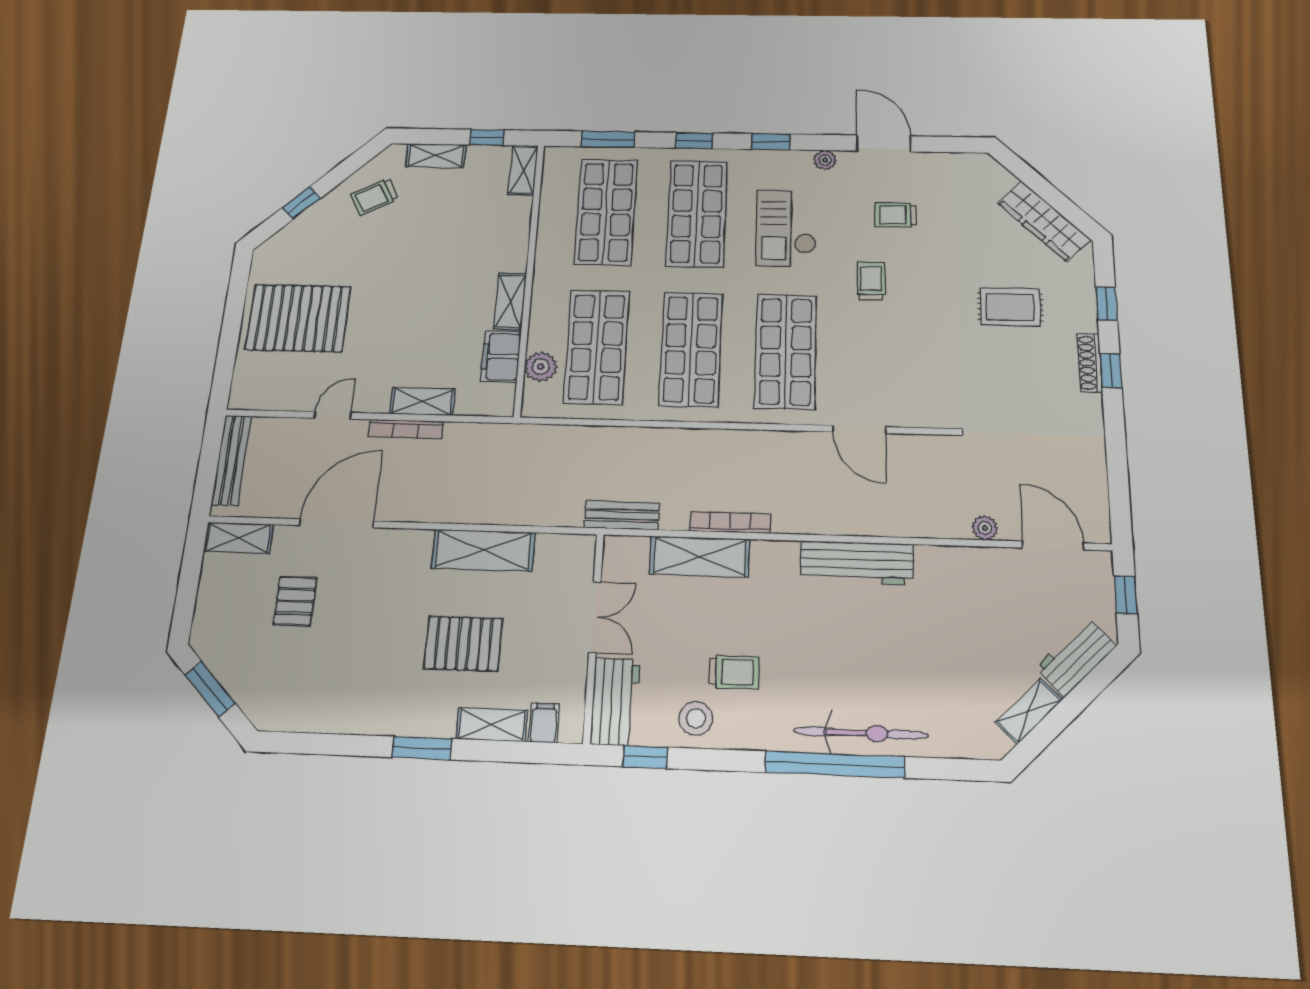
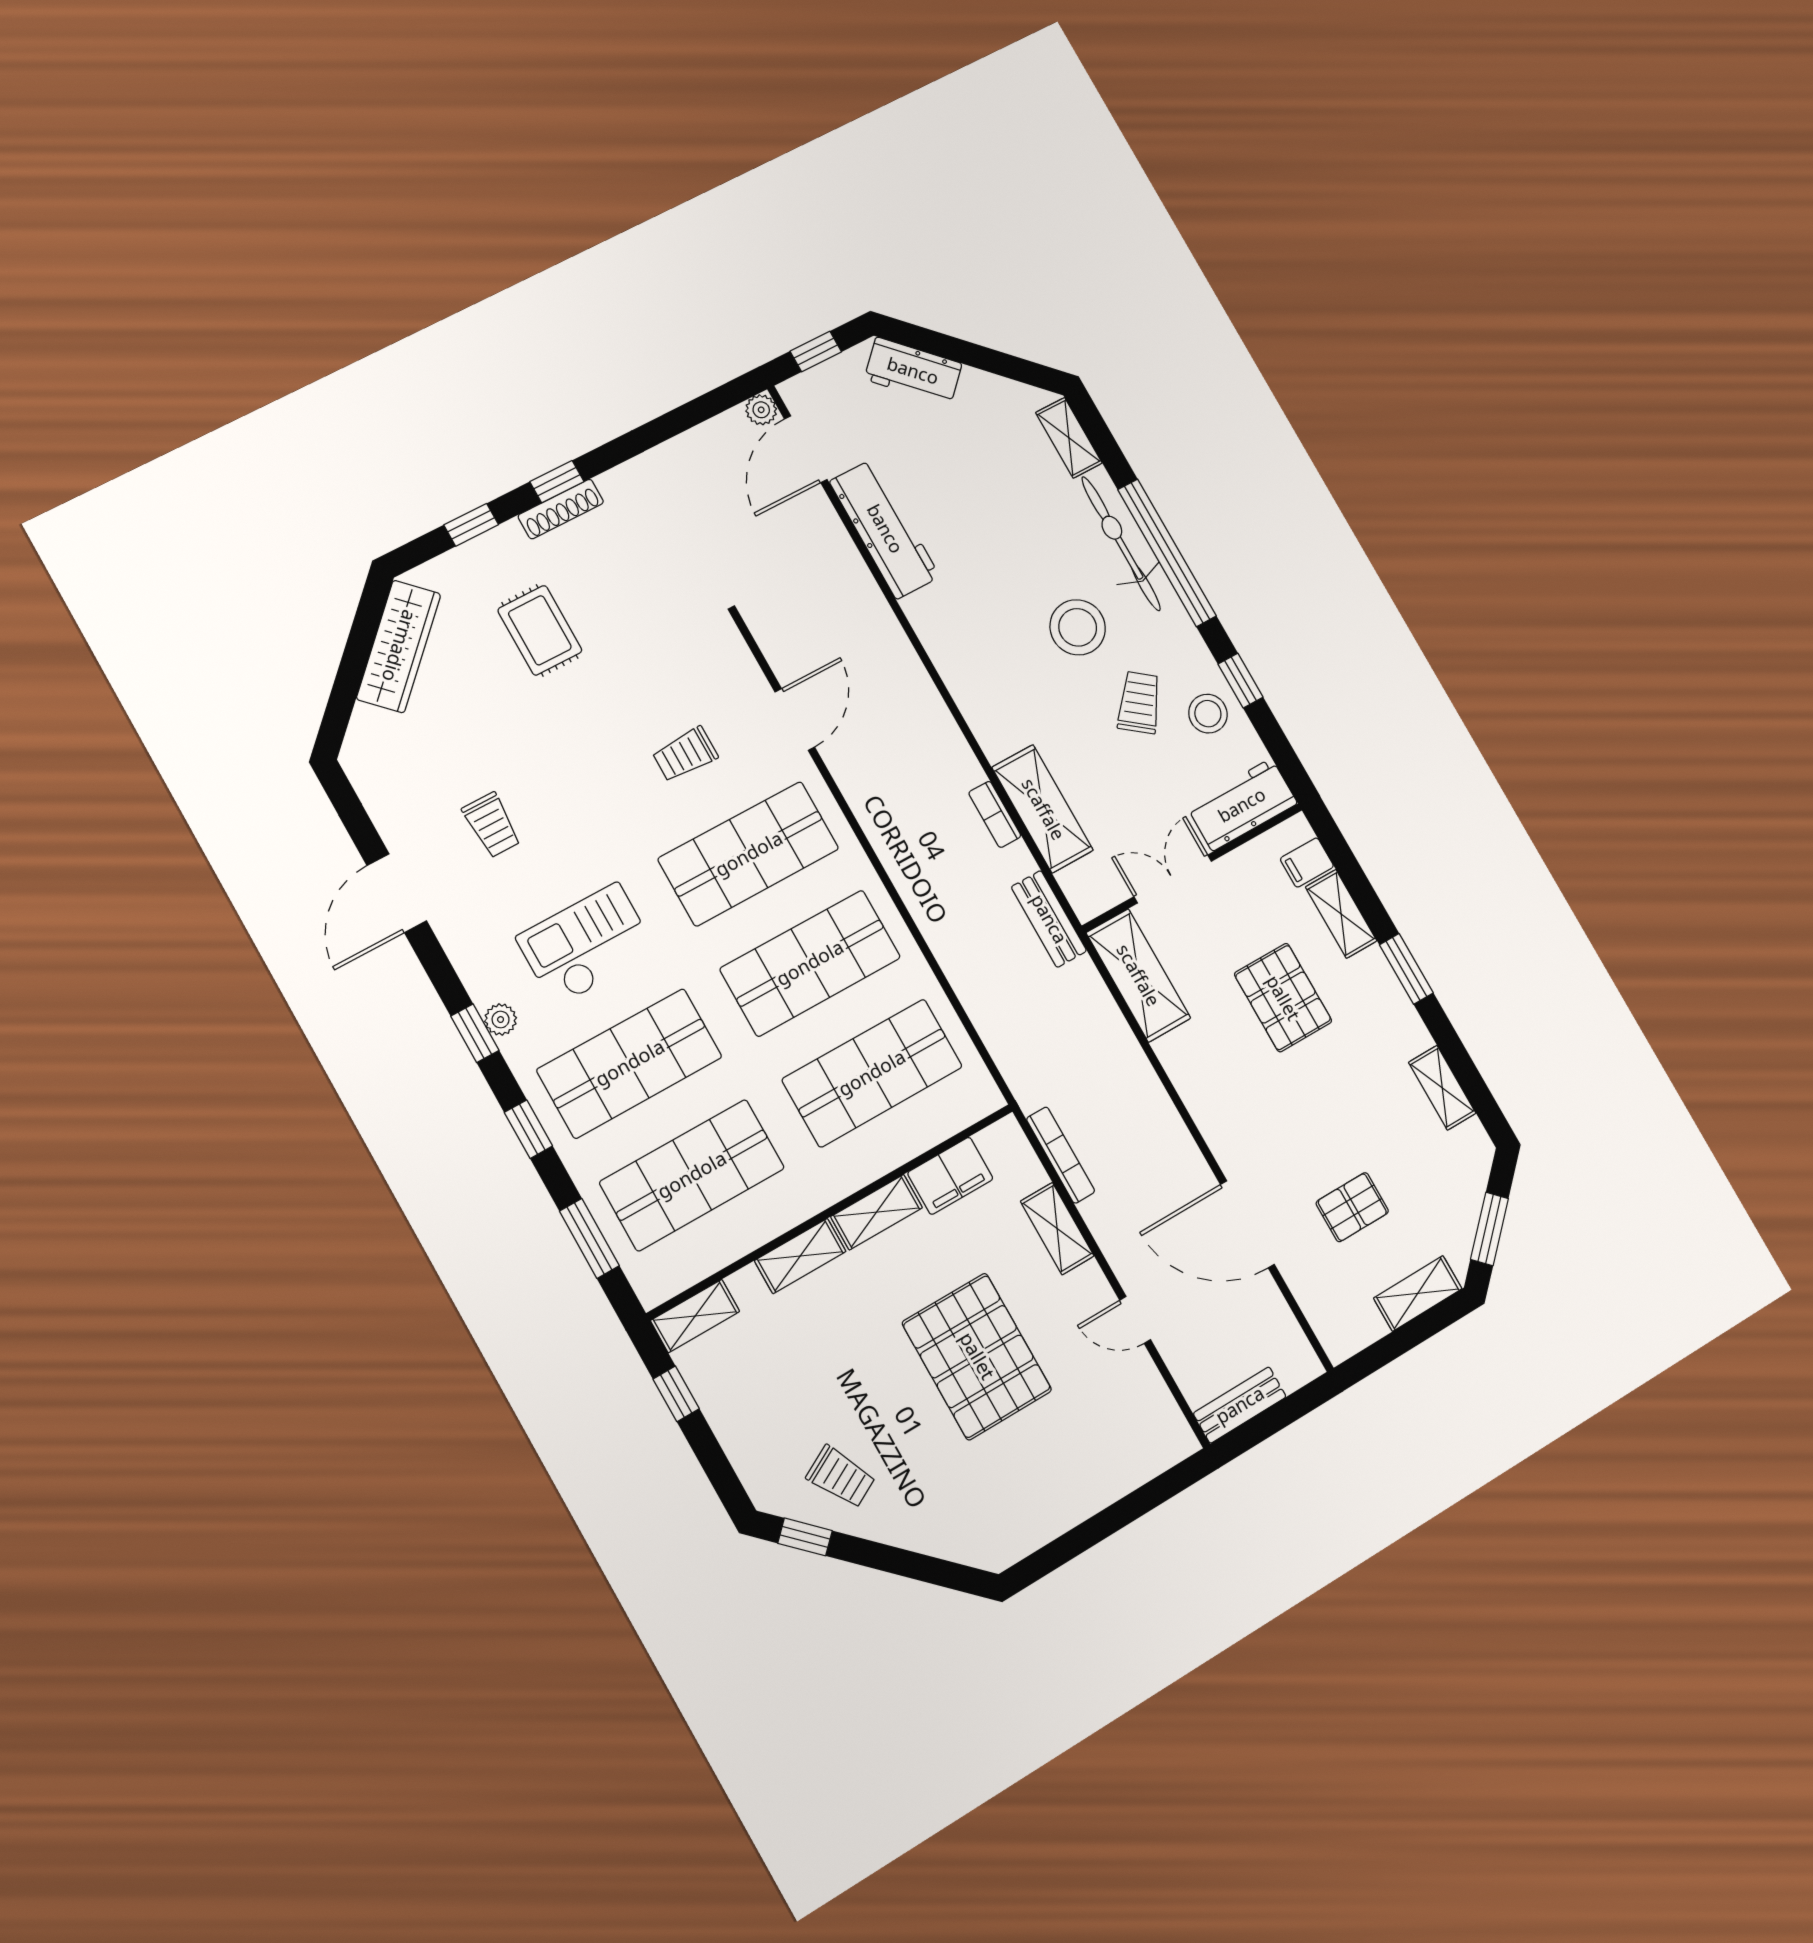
shelving: (436, 156) -> (800, 1256), moved, turned 90
plant: (825, 160) -> (501, 1020), moved
window: (301, 203) -> (805, 1537), moved
checkout: (786, 228) -> (587, 945), turned 180
trolley: (871, 281) -> (685, 754), moved
pallet: (298, 318) -> (977, 1356), moved
plant: (541, 367) -> (935, 1122), removed
bookcase: (406, 429) -> (1061, 1155), moved
bench: (231, 460) -> (1240, 1405), width x0.73
bookcase: (730, 522) -> (995, 814), width x0.64
plant: (985, 528) -> (761, 410), moved
shelving: (238, 538) -> (1418, 1293), moved, turned 90
shelving: (483, 550) -> (1138, 975), moved
workbench: (857, 563) -> (885, 529), moved
stool: (815, 661) -> (1078, 627), added
trolley: (734, 672) -> (1139, 703), turned 37
shelving: (1029, 711) -> (1069, 438), moved, turned 45
shelving: (325, 719) -> (1442, 1088), added
window: (645, 757) -> (1241, 681), moved

